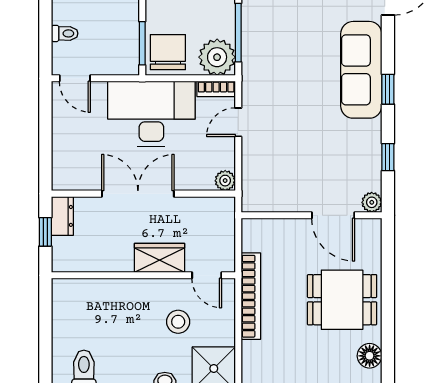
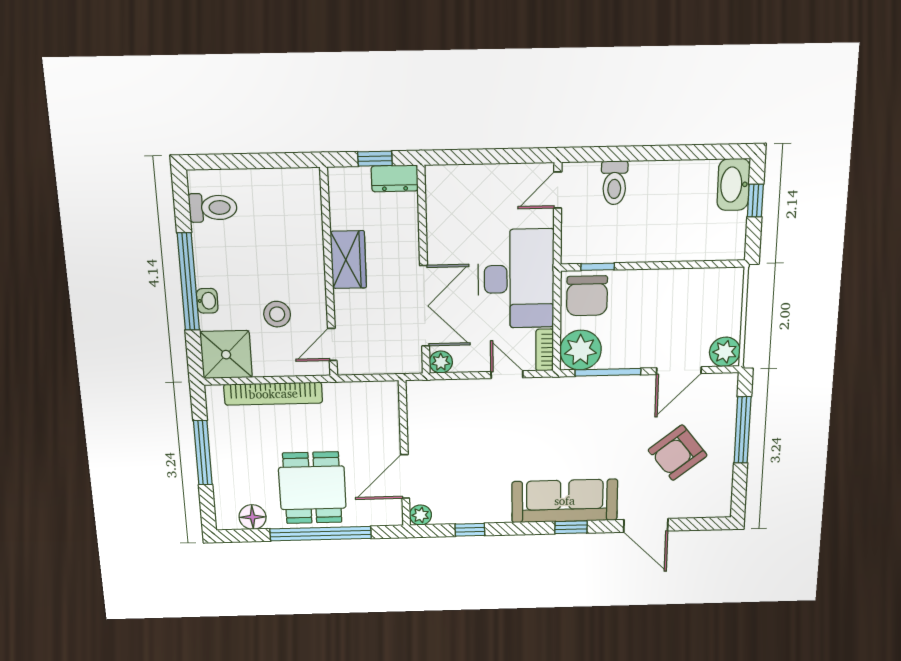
toilet: (65, 33) -> (614, 183), width x1.37, depth x1.39
window: (142, 43) -> (598, 267), width x0.67
chair: (168, 52) -> (587, 296), turned 90
window: (388, 89) -> (571, 527), moved
double door: (138, 194) -> (425, 306), moved
wardrobe: (160, 258) -> (348, 260), moved
window: (388, 295) -> (321, 534), added
bookcase: (251, 296) -> (273, 394), moved

